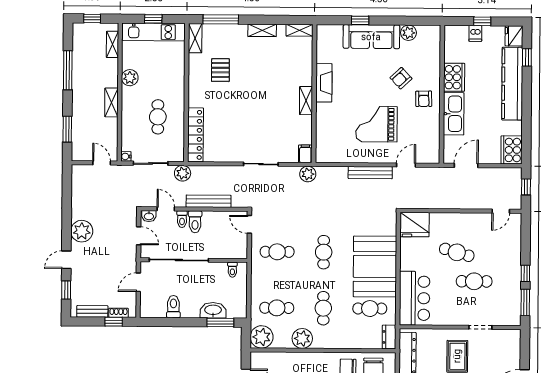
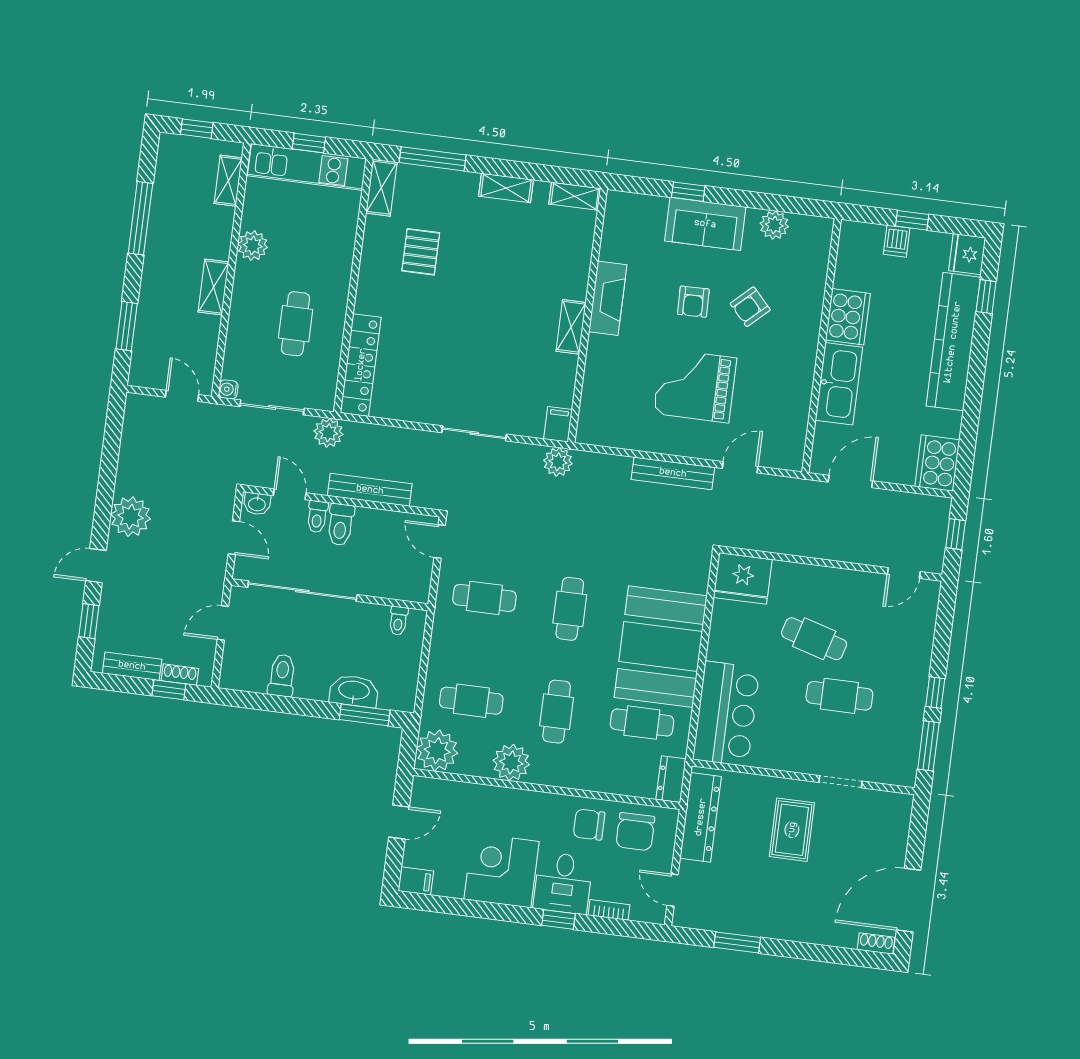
sofa: (371, 37) -> (705, 224), width x0.73
armchair: (424, 99) -> (693, 302), moved

